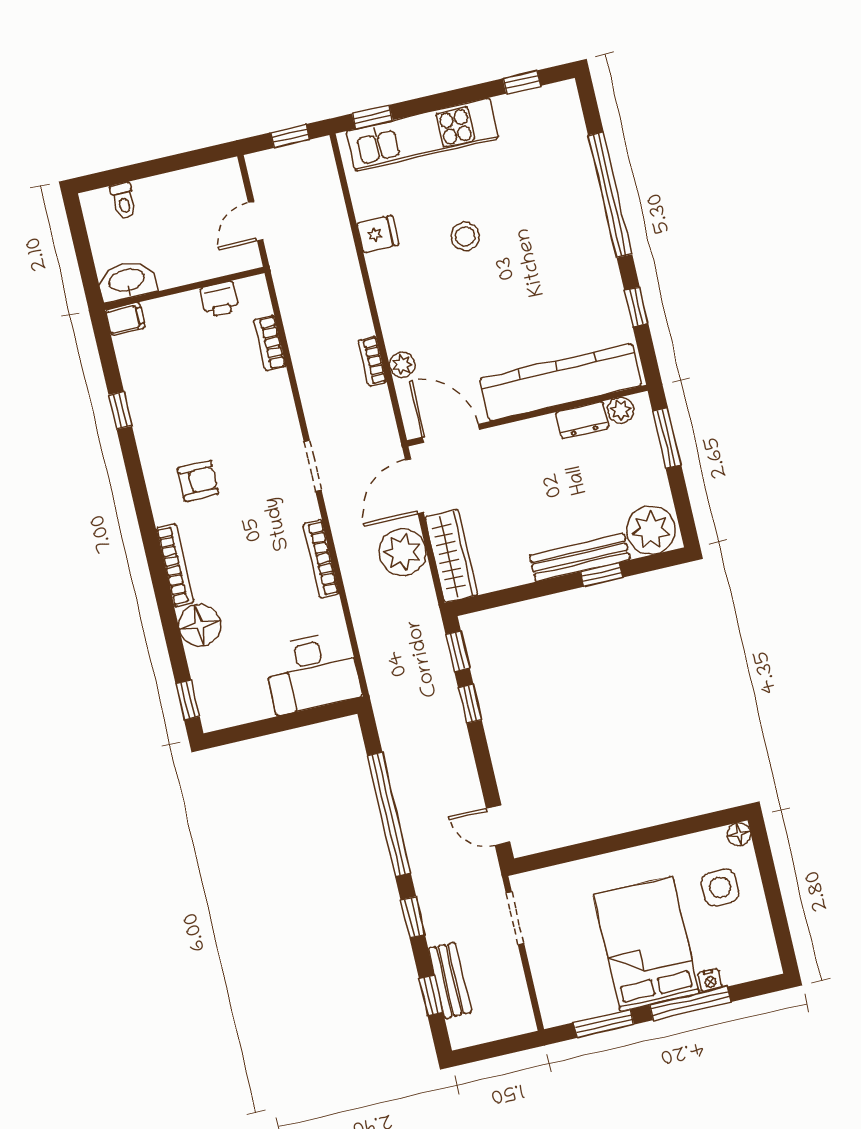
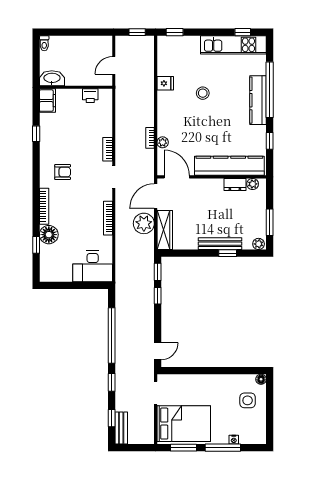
kitchen unit: (422, 135) -> (233, 45), moved
toilet: (123, 201) -> (44, 43), moved
kitchen counter: (590, 224) -> (258, 100), added
filing cabinet: (125, 319) -> (47, 101), width x2.00
bookcase: (270, 343) -> (108, 149), moved
window: (667, 438) -> (270, 222), moved
plant: (651, 530) -> (259, 244), width x0.53, depth x0.53
window: (188, 700) -> (36, 245), moved
door: (498, 825) -> (158, 351), swing flipped
bed: (646, 944) -> (184, 424), moved, turned 90
bench: (450, 980) -> (121, 428), moved

